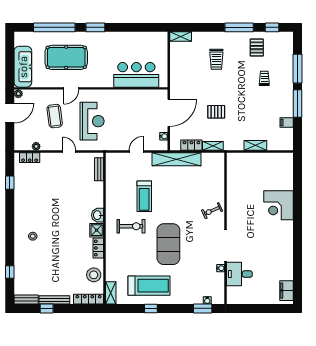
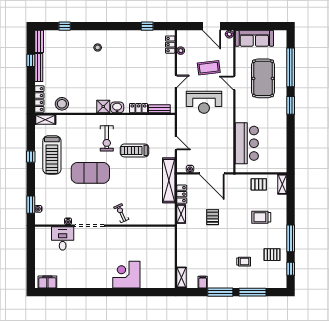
pallet: (181, 62) -> (259, 184), added
shelving: (255, 145) -> (182, 277), moved
locker: (98, 248) -> (139, 108), moved

